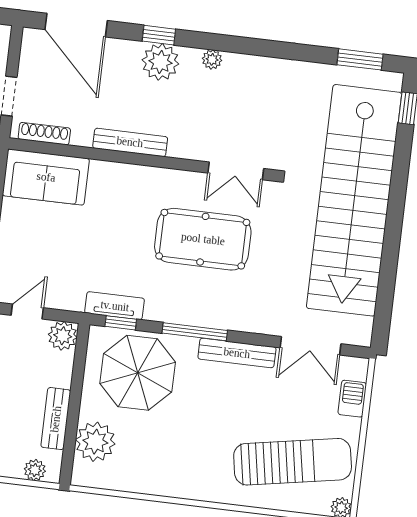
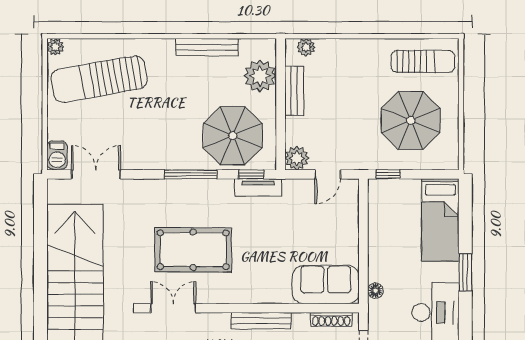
bench: (237, 353) -> (207, 47), moved
barbecue: (352, 399) -> (57, 155), moved

